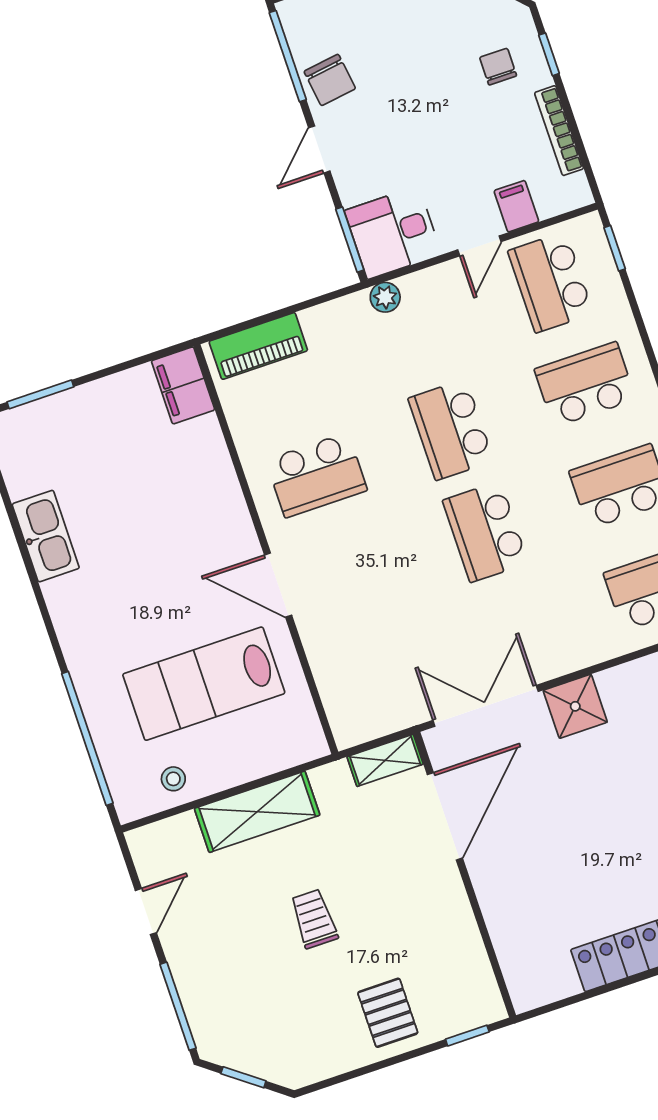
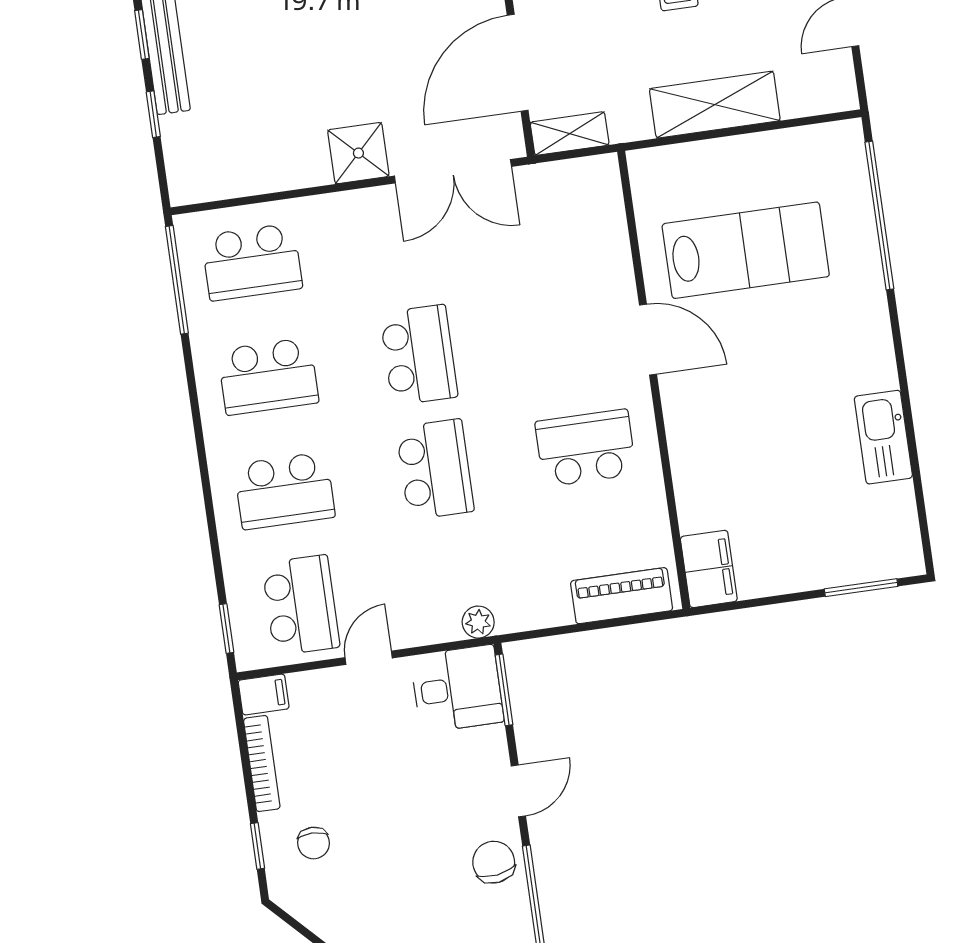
filing cabinet: (516, 206) -> (264, 694), moved, turned -90
stool: (173, 779) -> (797, 156), removed

